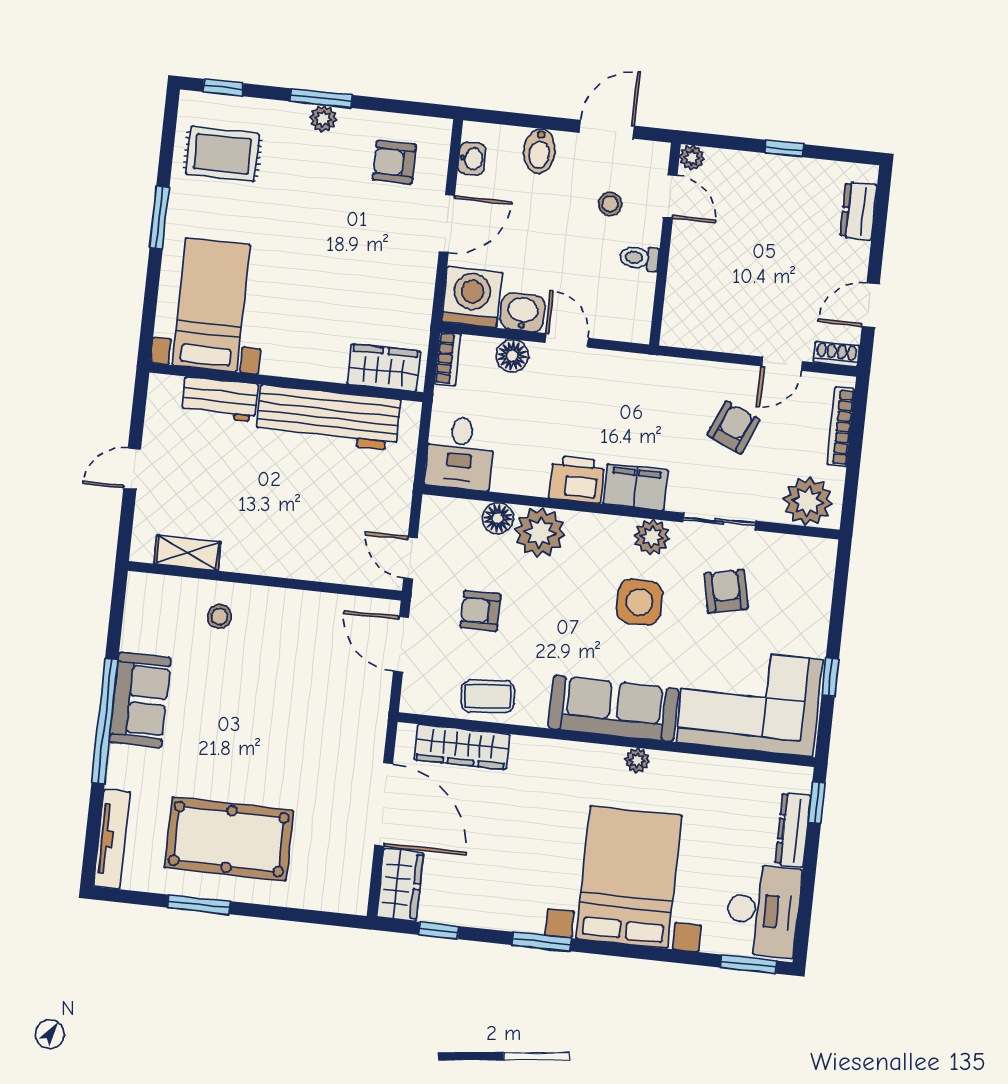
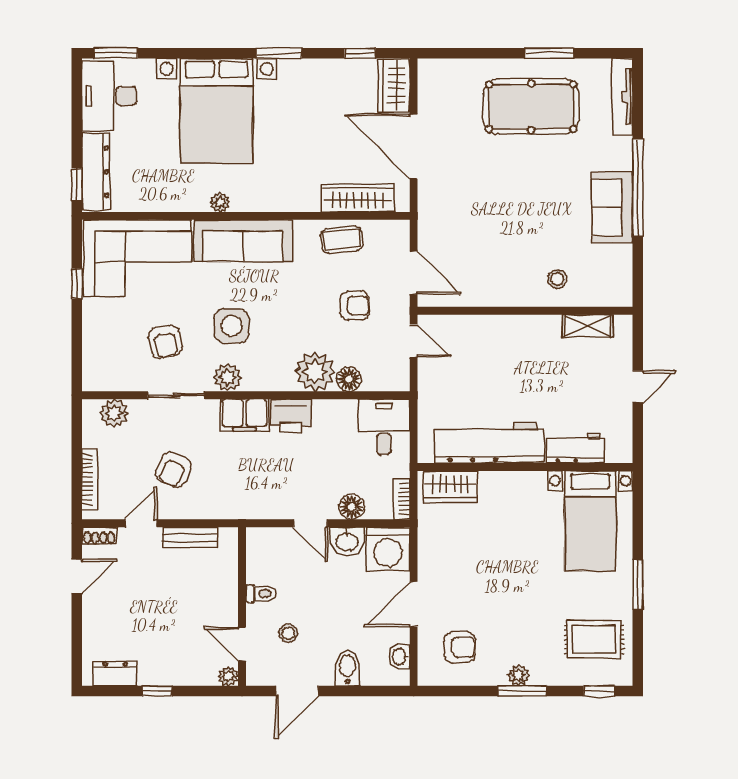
dresser: (859, 211) -> (115, 674), moved, turned -90
bench: (721, 339) -> (190, 538), added
plant: (808, 501) -> (114, 413), width x0.73, depth x0.73
dresser: (793, 830) -> (96, 172), width x1.37, depth x1.24

